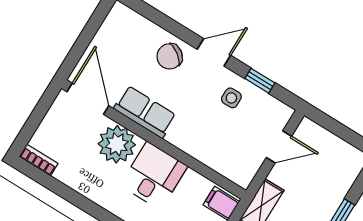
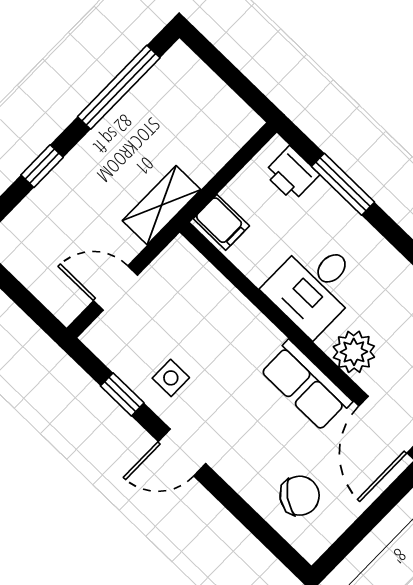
chair: (170, 56) -> (300, 496), moved
plant: (117, 144) -> (354, 352), width x0.73, depth x0.73

